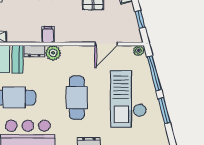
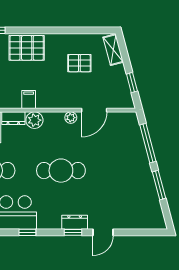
plant: (138, 50) -> (71, 118), moved
cafe table: (77, 98) -> (61, 171), turned 90
checkout: (128, 99) -> (119, 172), removed

